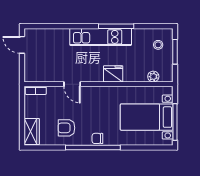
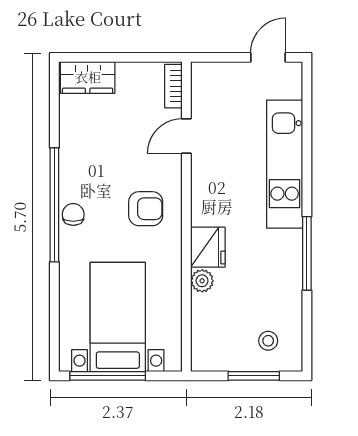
kitchen unit: (101, 37) -> (285, 164), moved
plant: (153, 77) -> (202, 281), moved
door: (72, 84) -> (186, 136), moved
armchair: (66, 128) -> (146, 209), moved, turned 90

